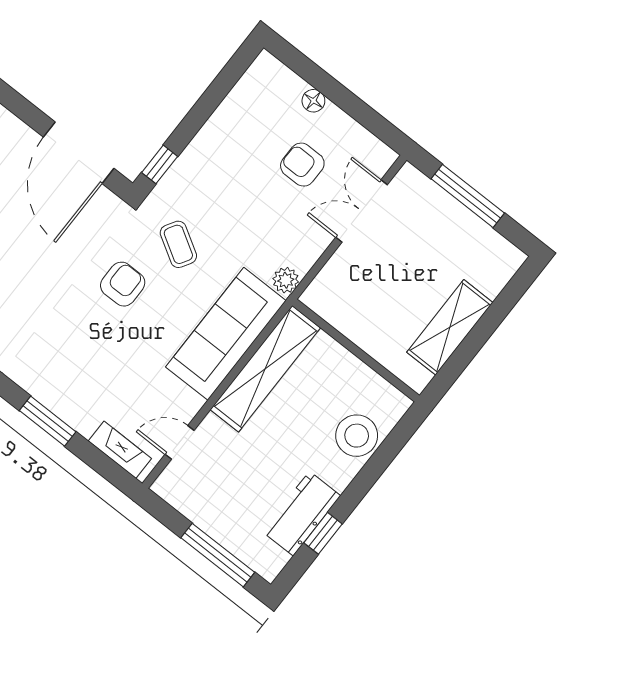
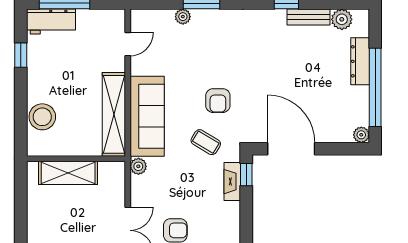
shelving: (450, 327) -> (68, 173), moved, turned 90
plant: (84, 423) -> (183, 17), added
fireplace: (120, 450) -> (232, 182), moved, turned 90
workbench: (301, 514) -> (51, 22), moved, turned 90

